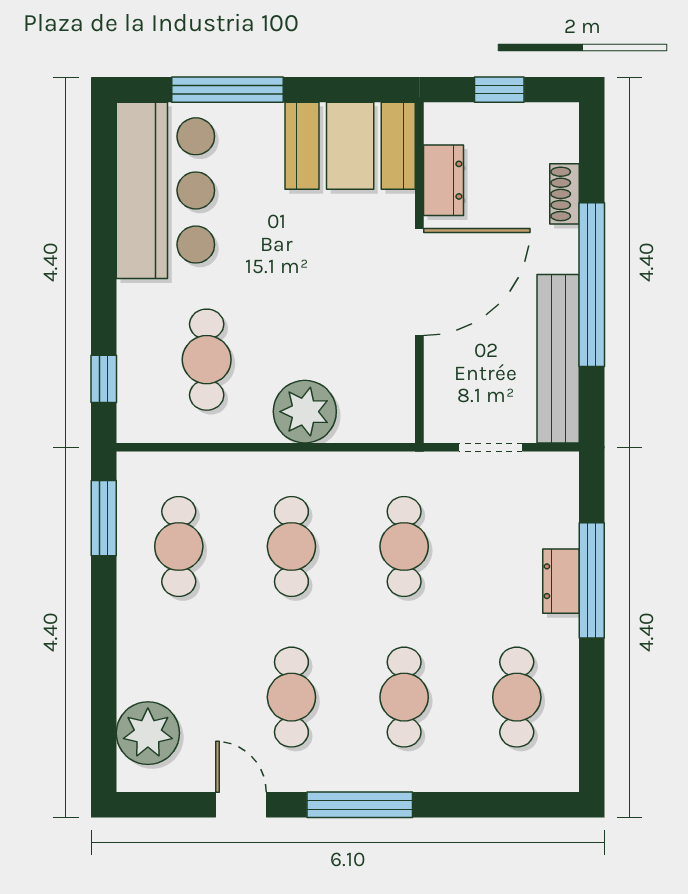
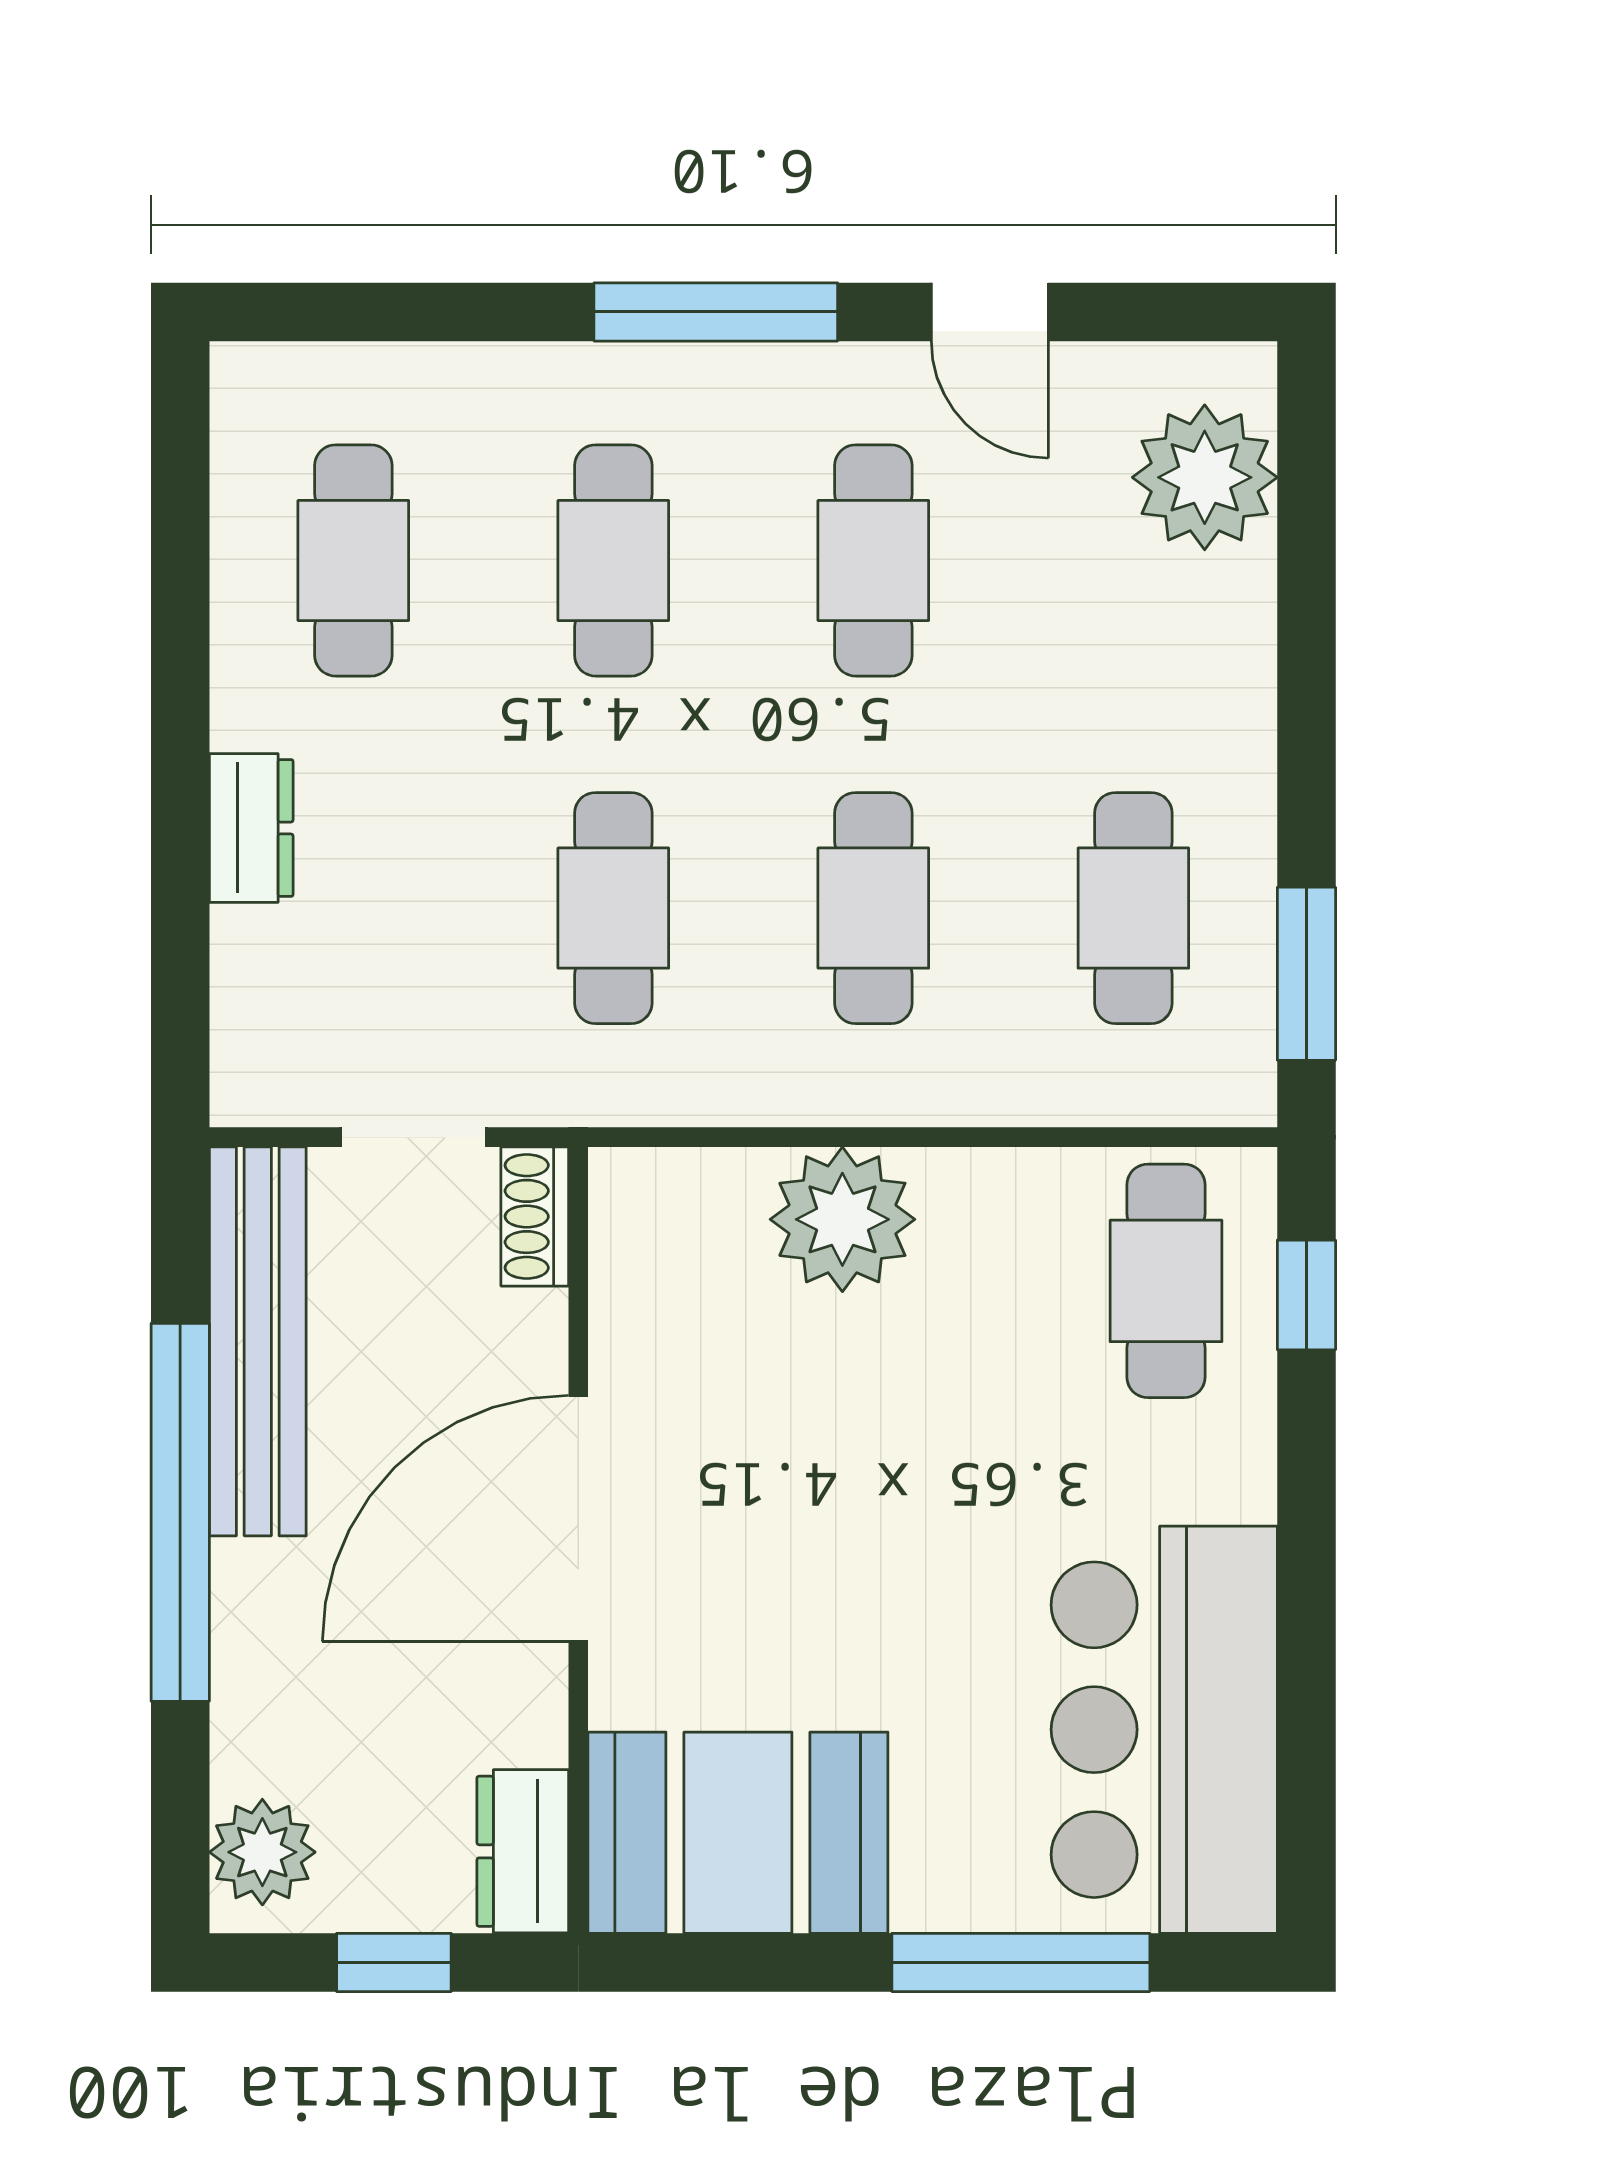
plant: (556, 137) -> (262, 1852), added
dresser: (443, 180) -> (523, 1851), moved
shoe rack: (565, 194) -> (535, 1216), moved, turned 180
cafe table: (207, 360) -> (1166, 1281), moved
window: (592, 580) -> (180, 830), removed

